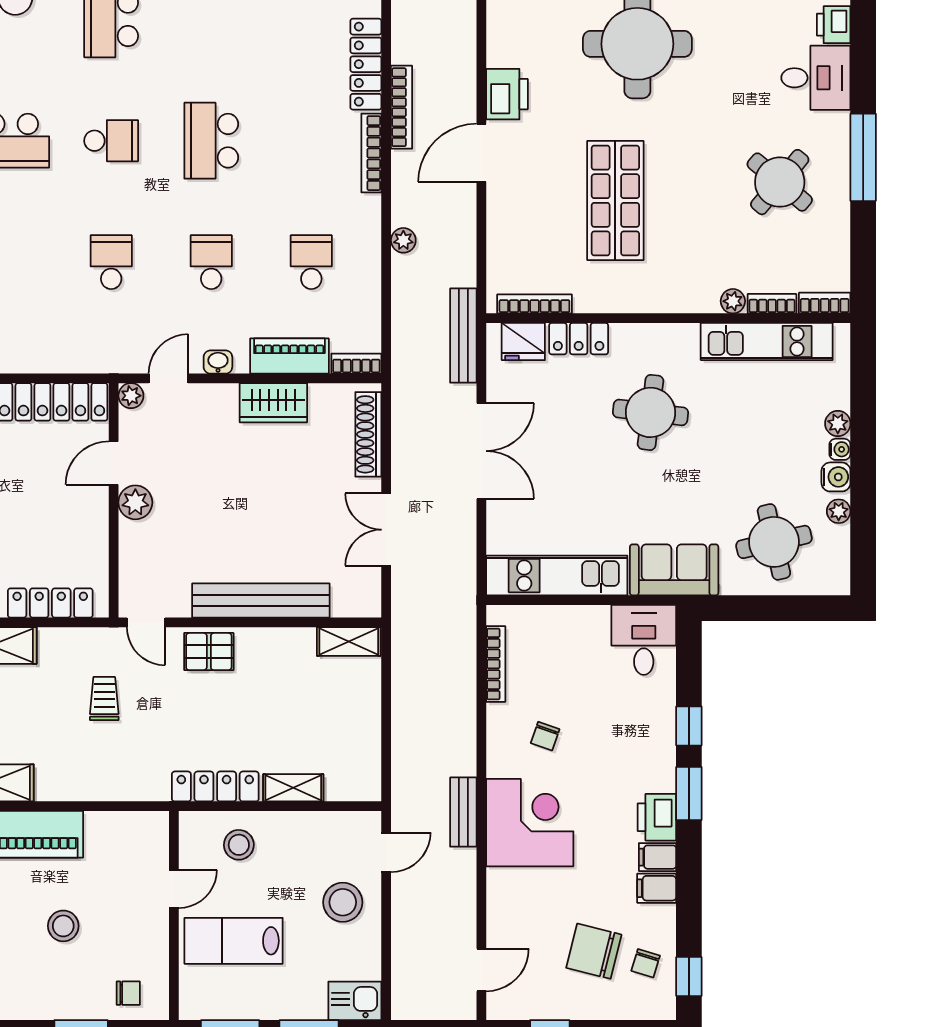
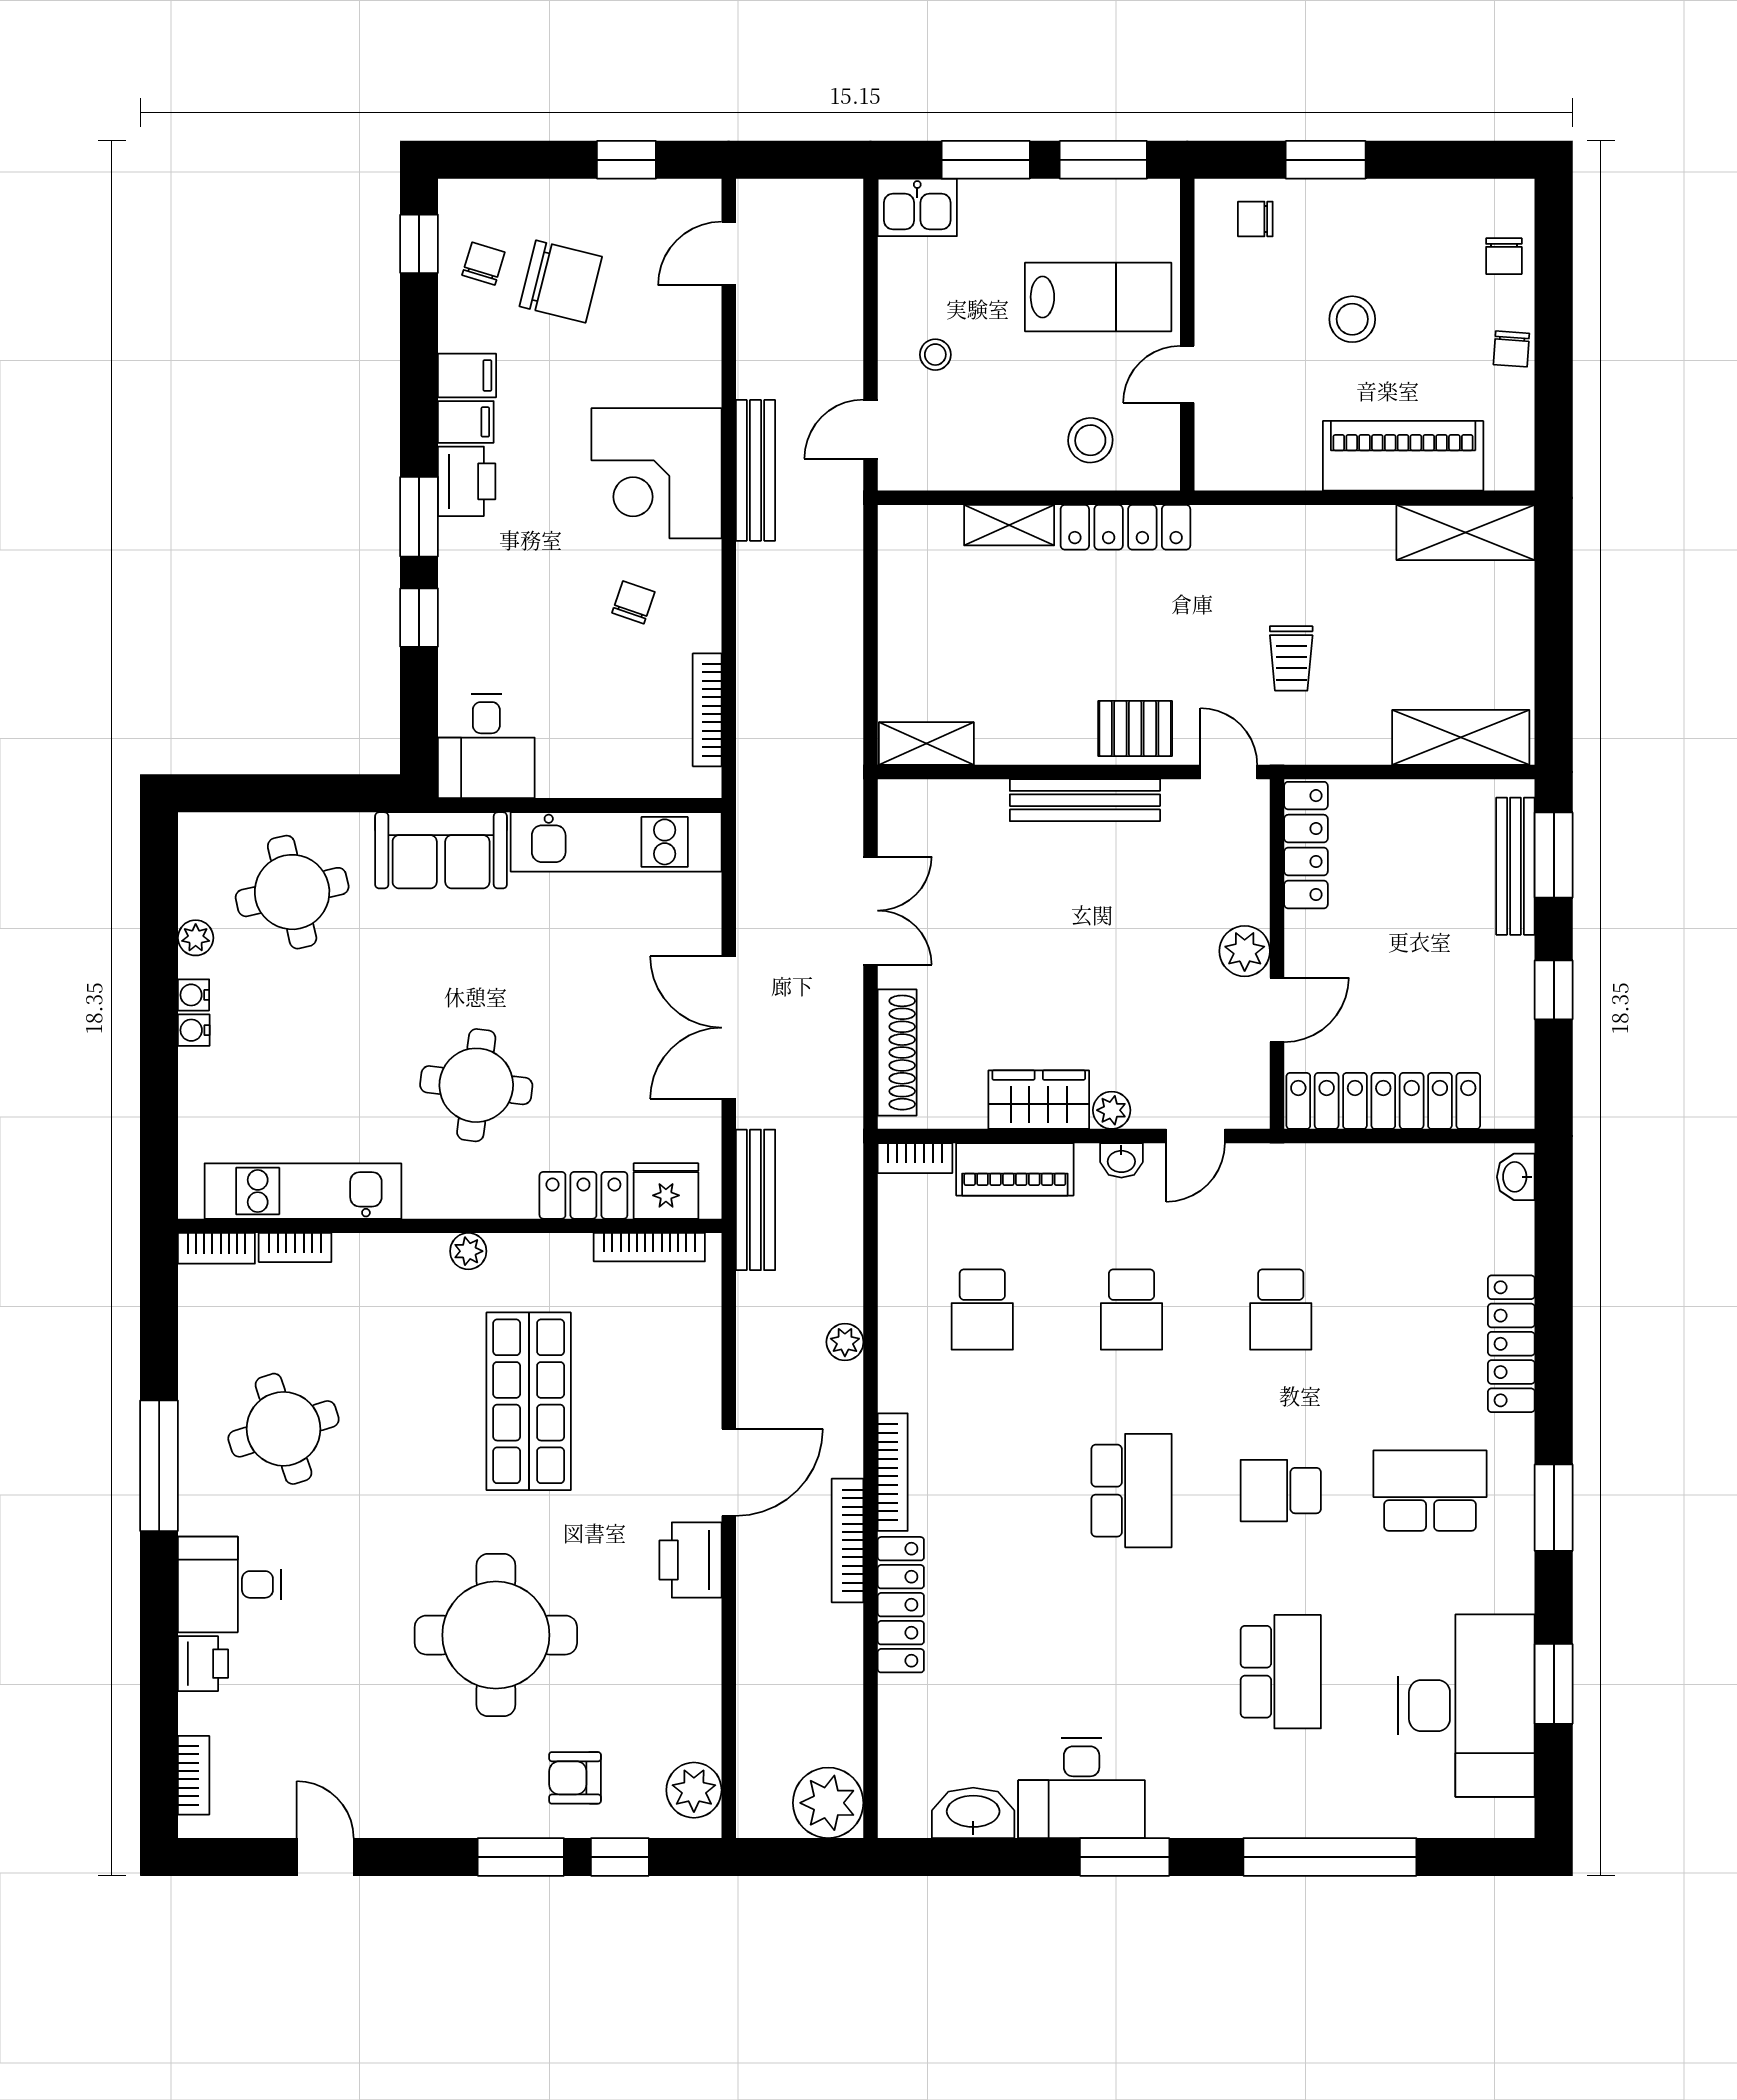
round table: (780, 182) -> (283, 1429), turned 32
plant: (733, 301) -> (468, 1251), moved
plant: (131, 396) -> (1112, 1110), moved
plant: (838, 423) -> (197, 1069), removed
water cooler: (836, 477) -> (194, 995), width x0.72, depth x0.72
bench: (261, 601) -> (1085, 800), width x0.73, depth x0.82
locker: (50, 603) -> (1306, 845), moved, turned -90
bench: (463, 812) -> (755, 470), width x1.36
stool: (343, 902) -> (935, 355), width x0.53, depth x0.53

